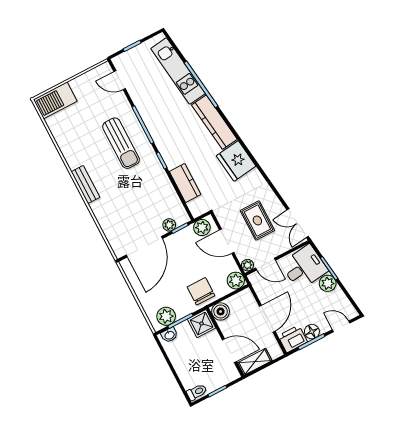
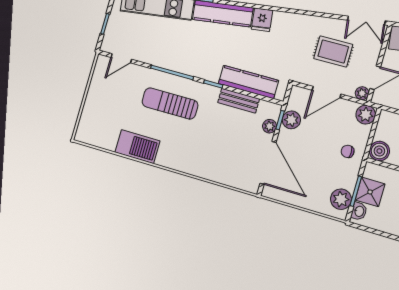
barbecue: (55, 100) -> (137, 147), moved, turned -90
sun lounger: (121, 143) -> (170, 103), turned 180
fridge: (236, 161) -> (262, 20), width x0.53, depth x0.75
kitchen counter: (185, 183) -> (248, 82), width x1.50
bench: (85, 185) -> (239, 101), moved
plant: (202, 228) -> (291, 120), moved
chair: (201, 291) -> (348, 151), width x0.54, depth x0.54
shower: (202, 324) -> (370, 192), moved

